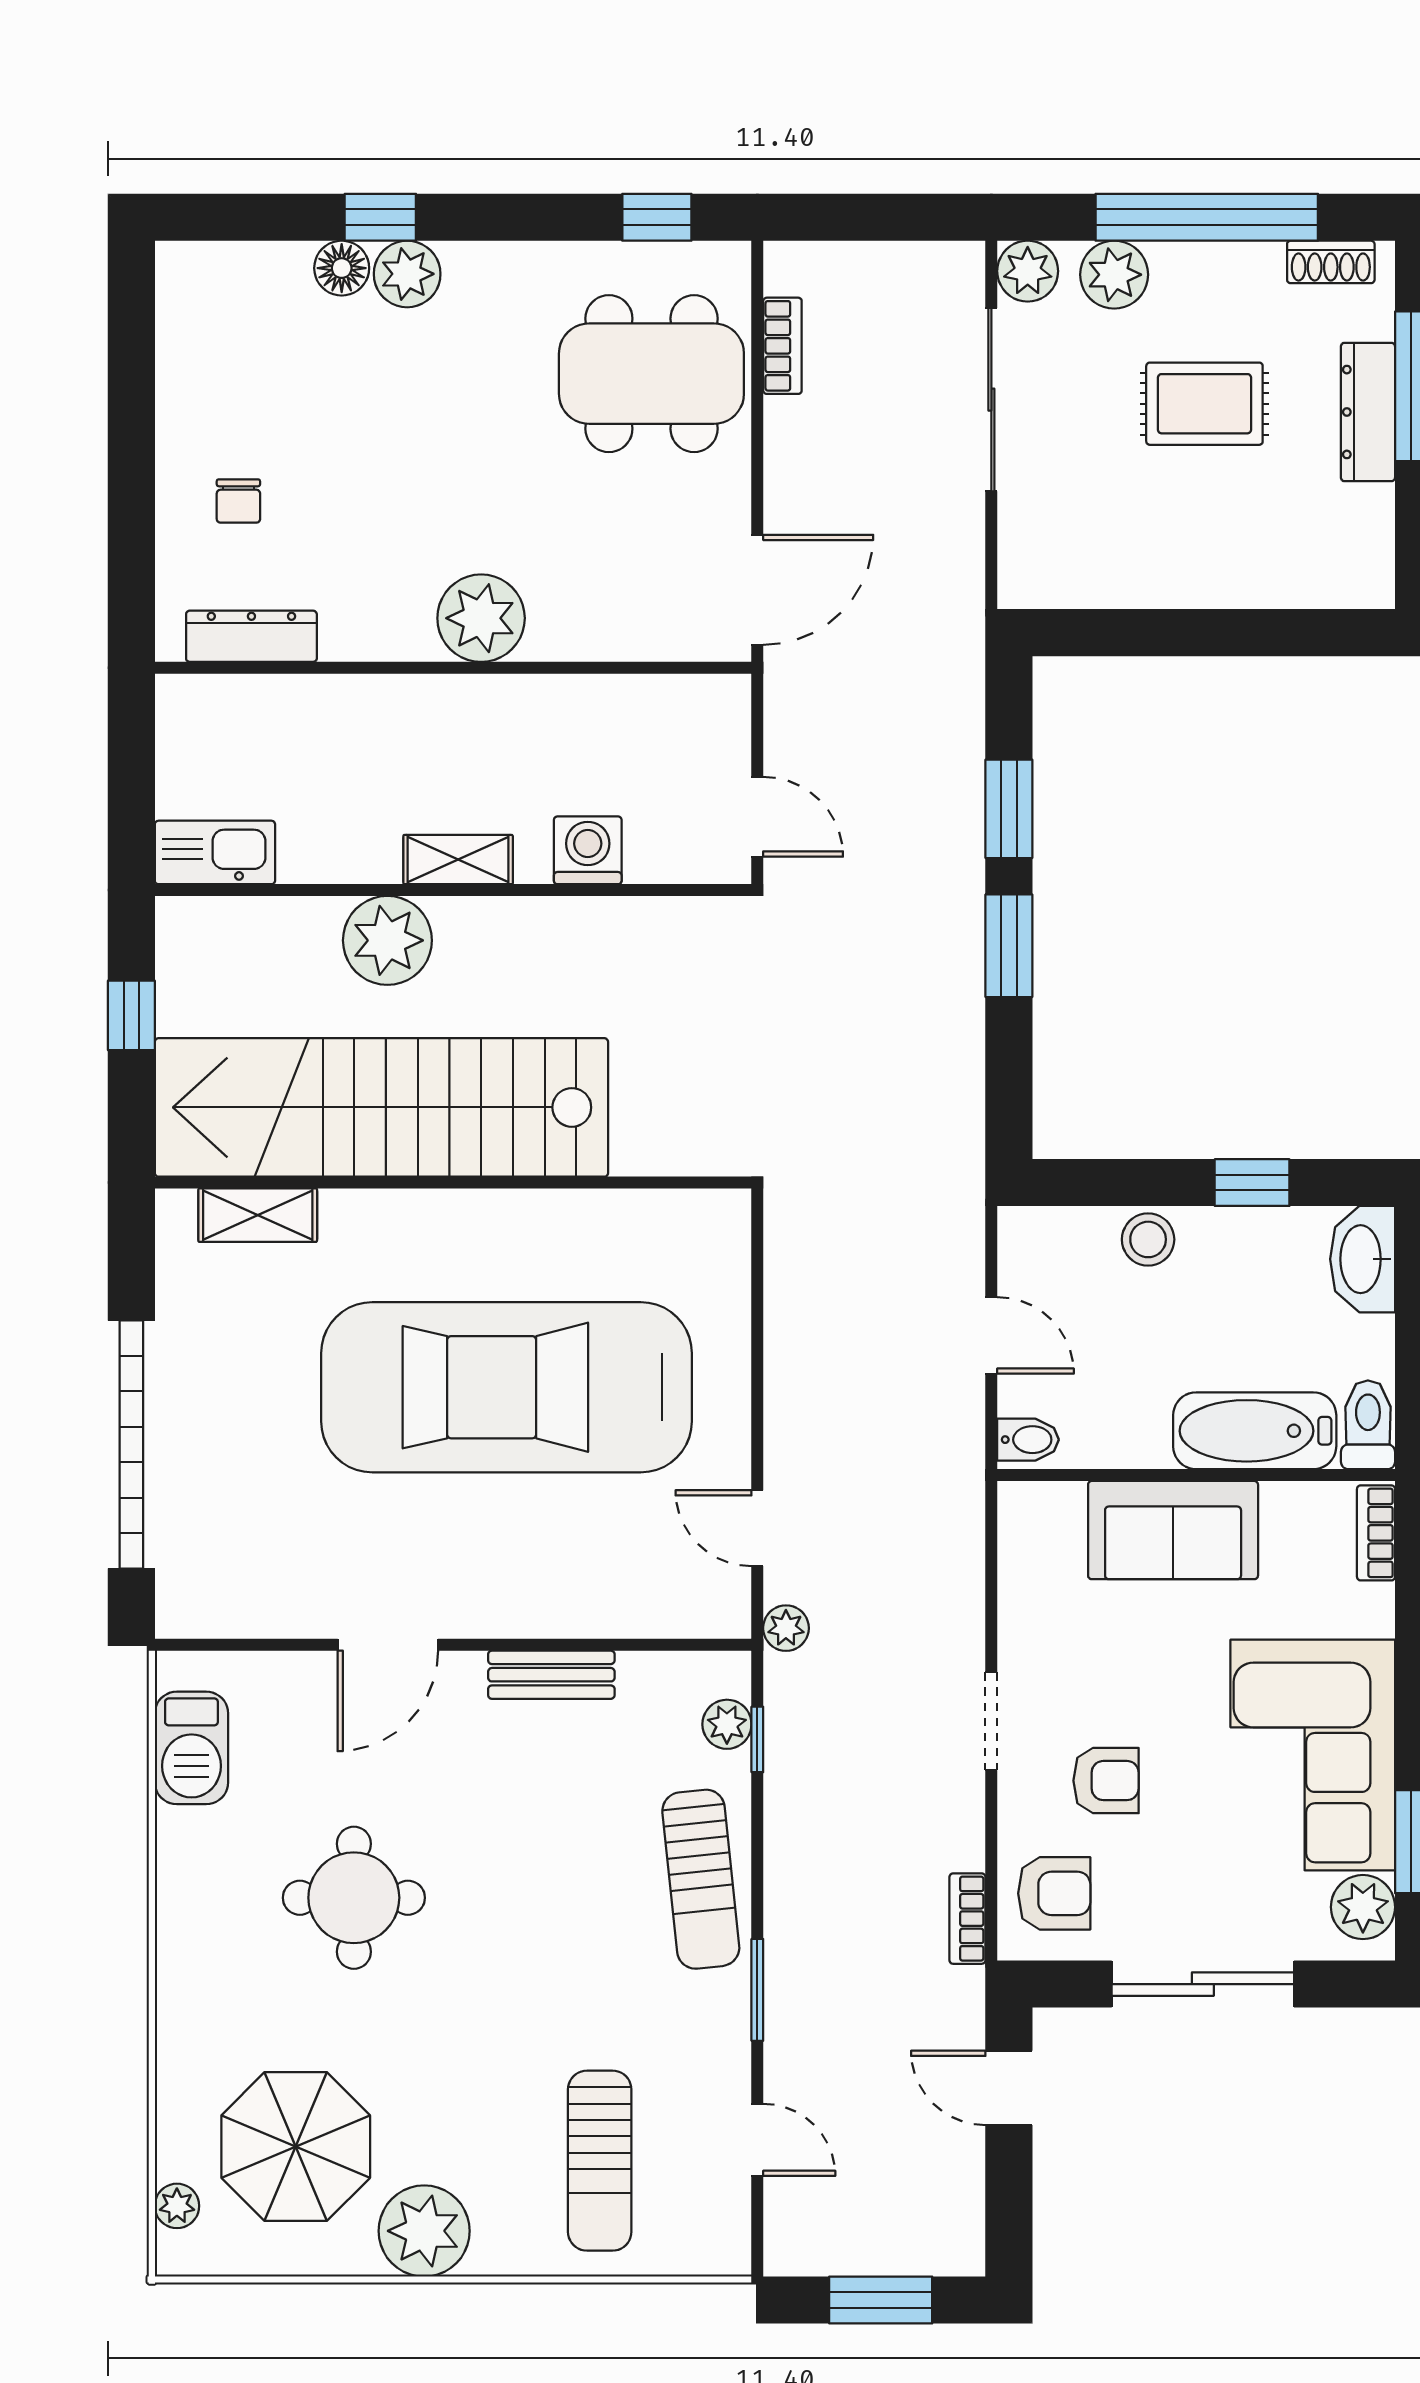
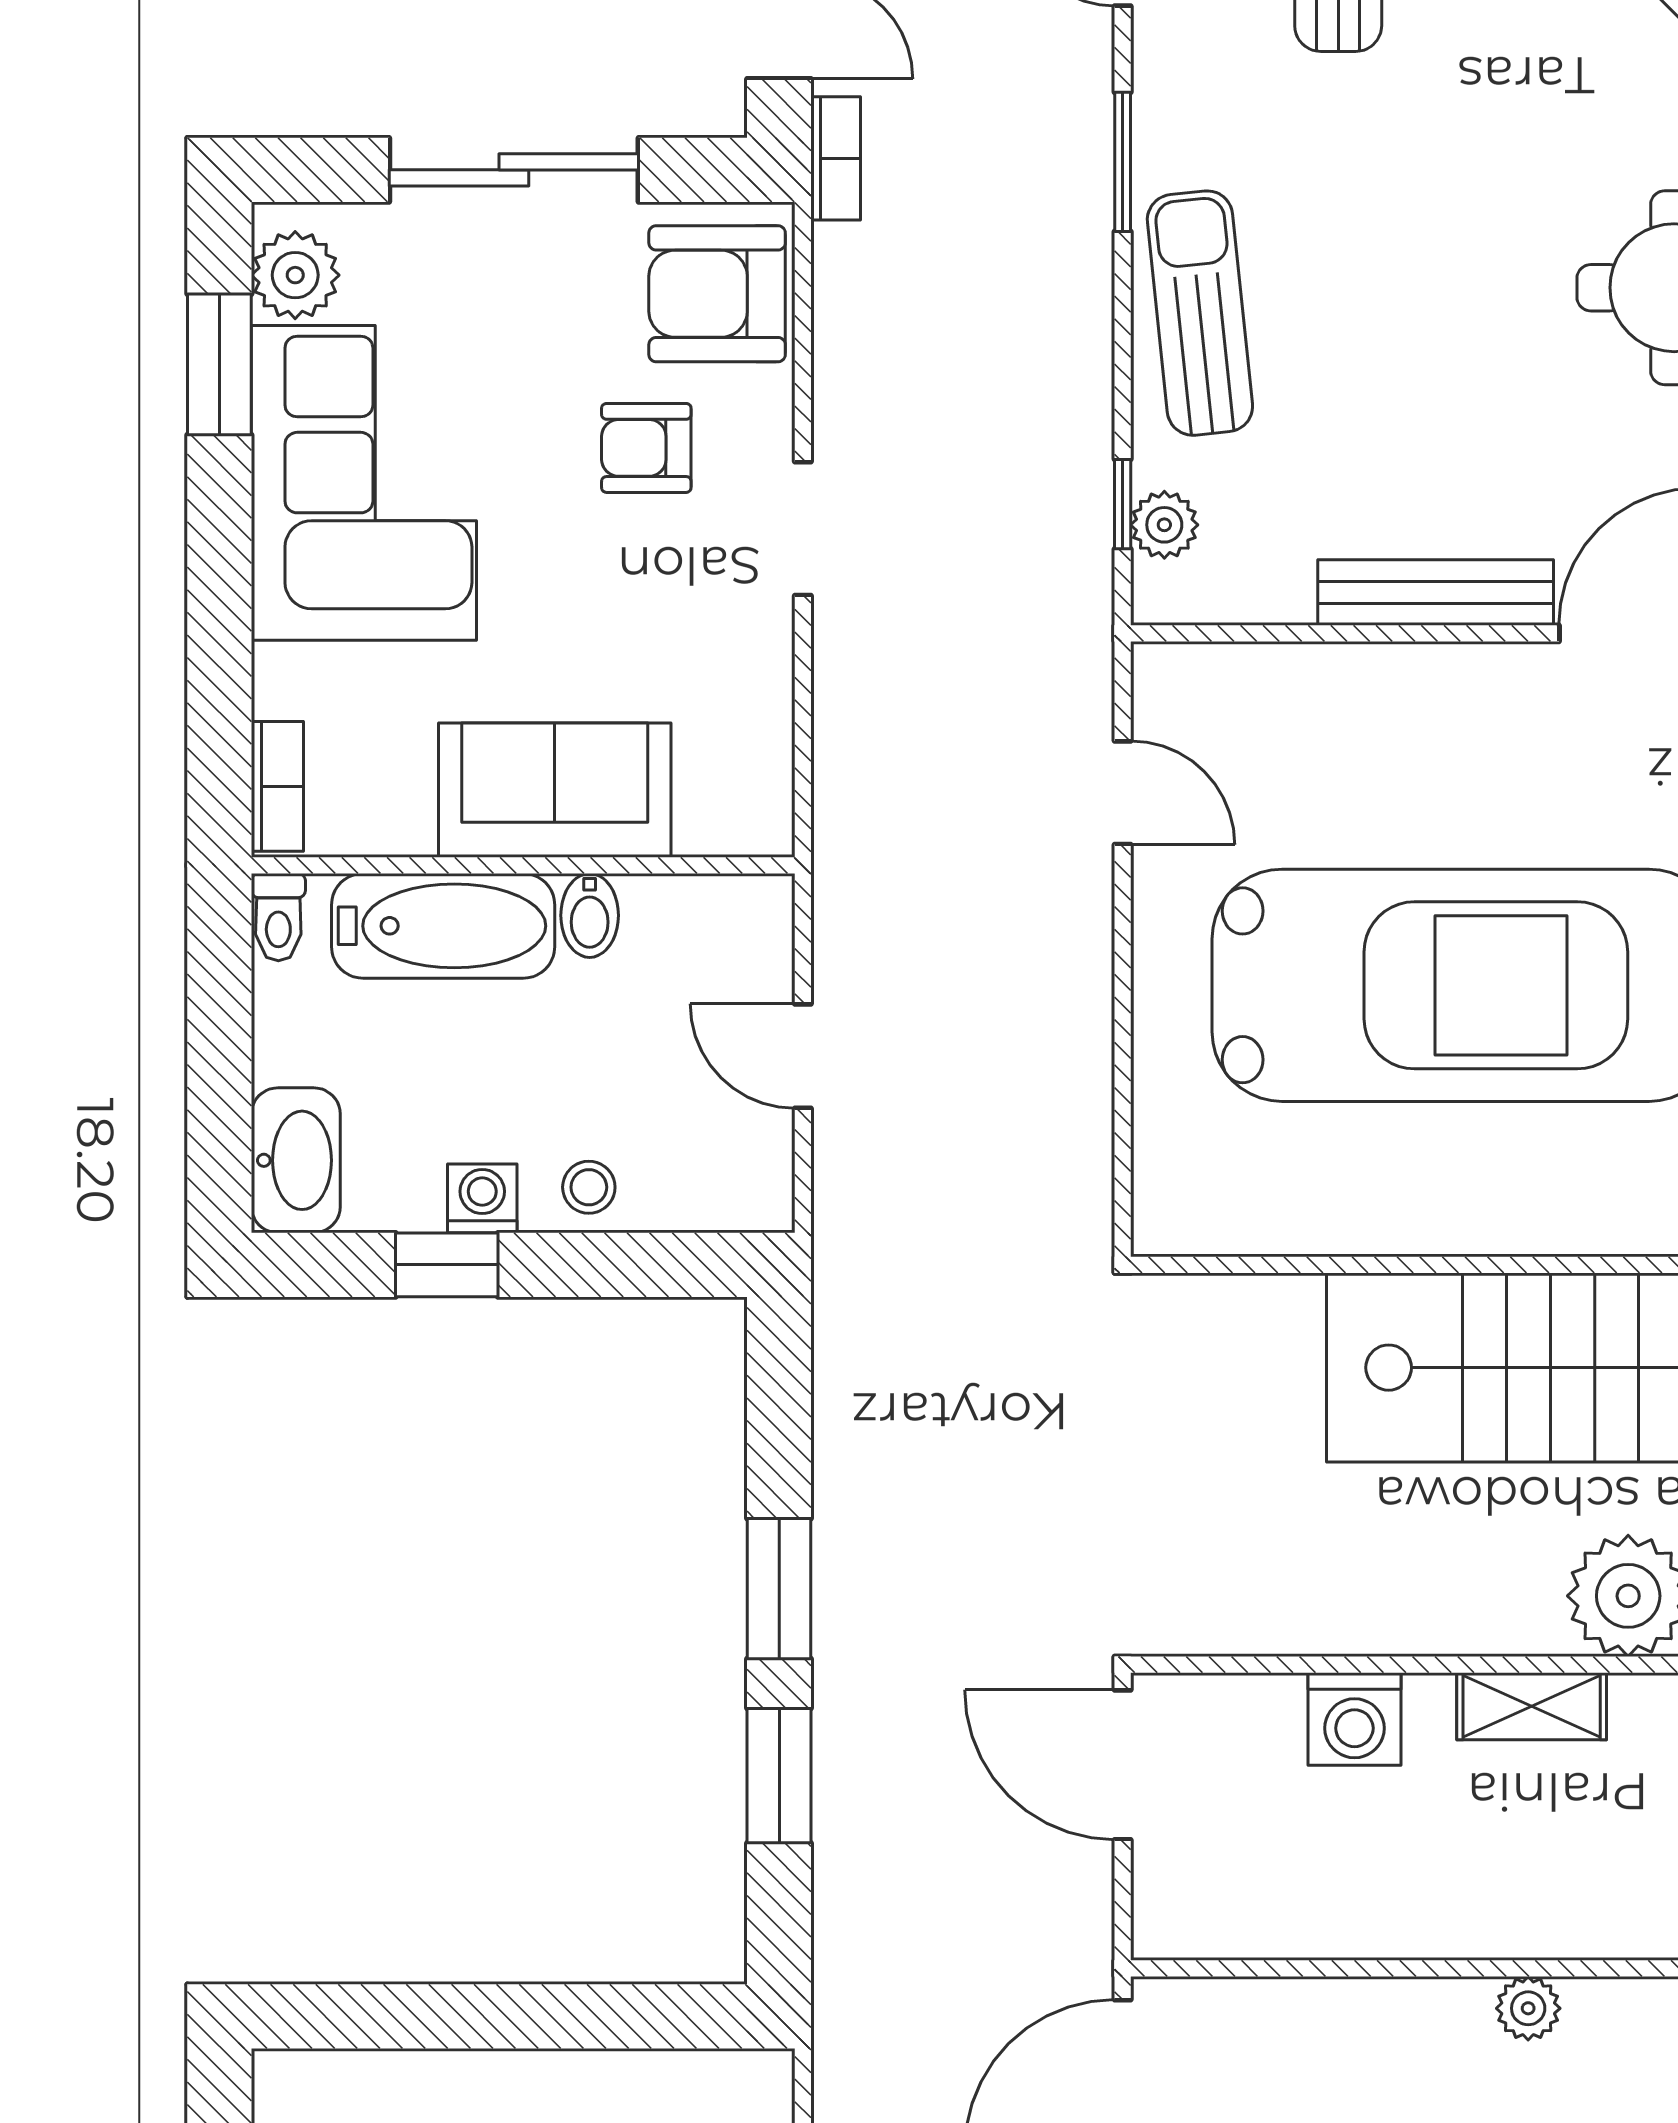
plant: (481, 618) -> (1528, 2008), width x0.53, depth x0.53
door: (757, 817) -> (1123, 1765), width x1.38
washing machine: (1226, 1231) -> (482, 1198), added
stool: (1148, 1239) -> (589, 1187), width x0.73, depth x0.73
toilet: (1368, 1425) -> (278, 917), width x0.73, depth x0.72
bidet: (1028, 1440) -> (590, 915), moved, turned -90
plant: (786, 1628) -> (1084, 656), removed
bench: (551, 1675) -> (1436, 592), width x1.36
armchair: (1054, 1893) -> (717, 294), width x1.38, depth x1.38
bookcase: (967, 1919) -> (836, 158), moved

